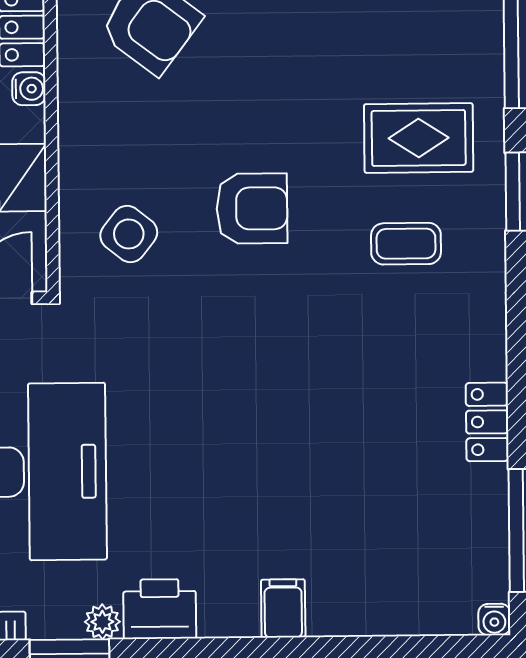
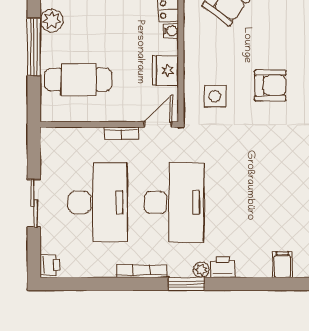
side table: (129, 234) -> (215, 96), turned -38
printer: (160, 609) -> (223, 267), width x0.73, depth x0.81

